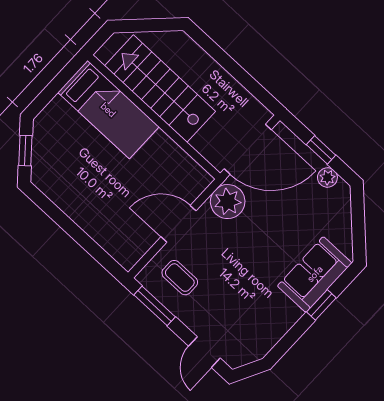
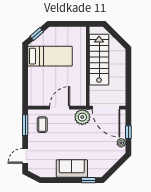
bed: (108, 110) -> (50, 56), moved, turned -90
door: (179, 224) -> (60, 108), hinge flipped
sofa: (315, 274) -> (72, 169), moved
window: (321, 305) -> (88, 180), moved

